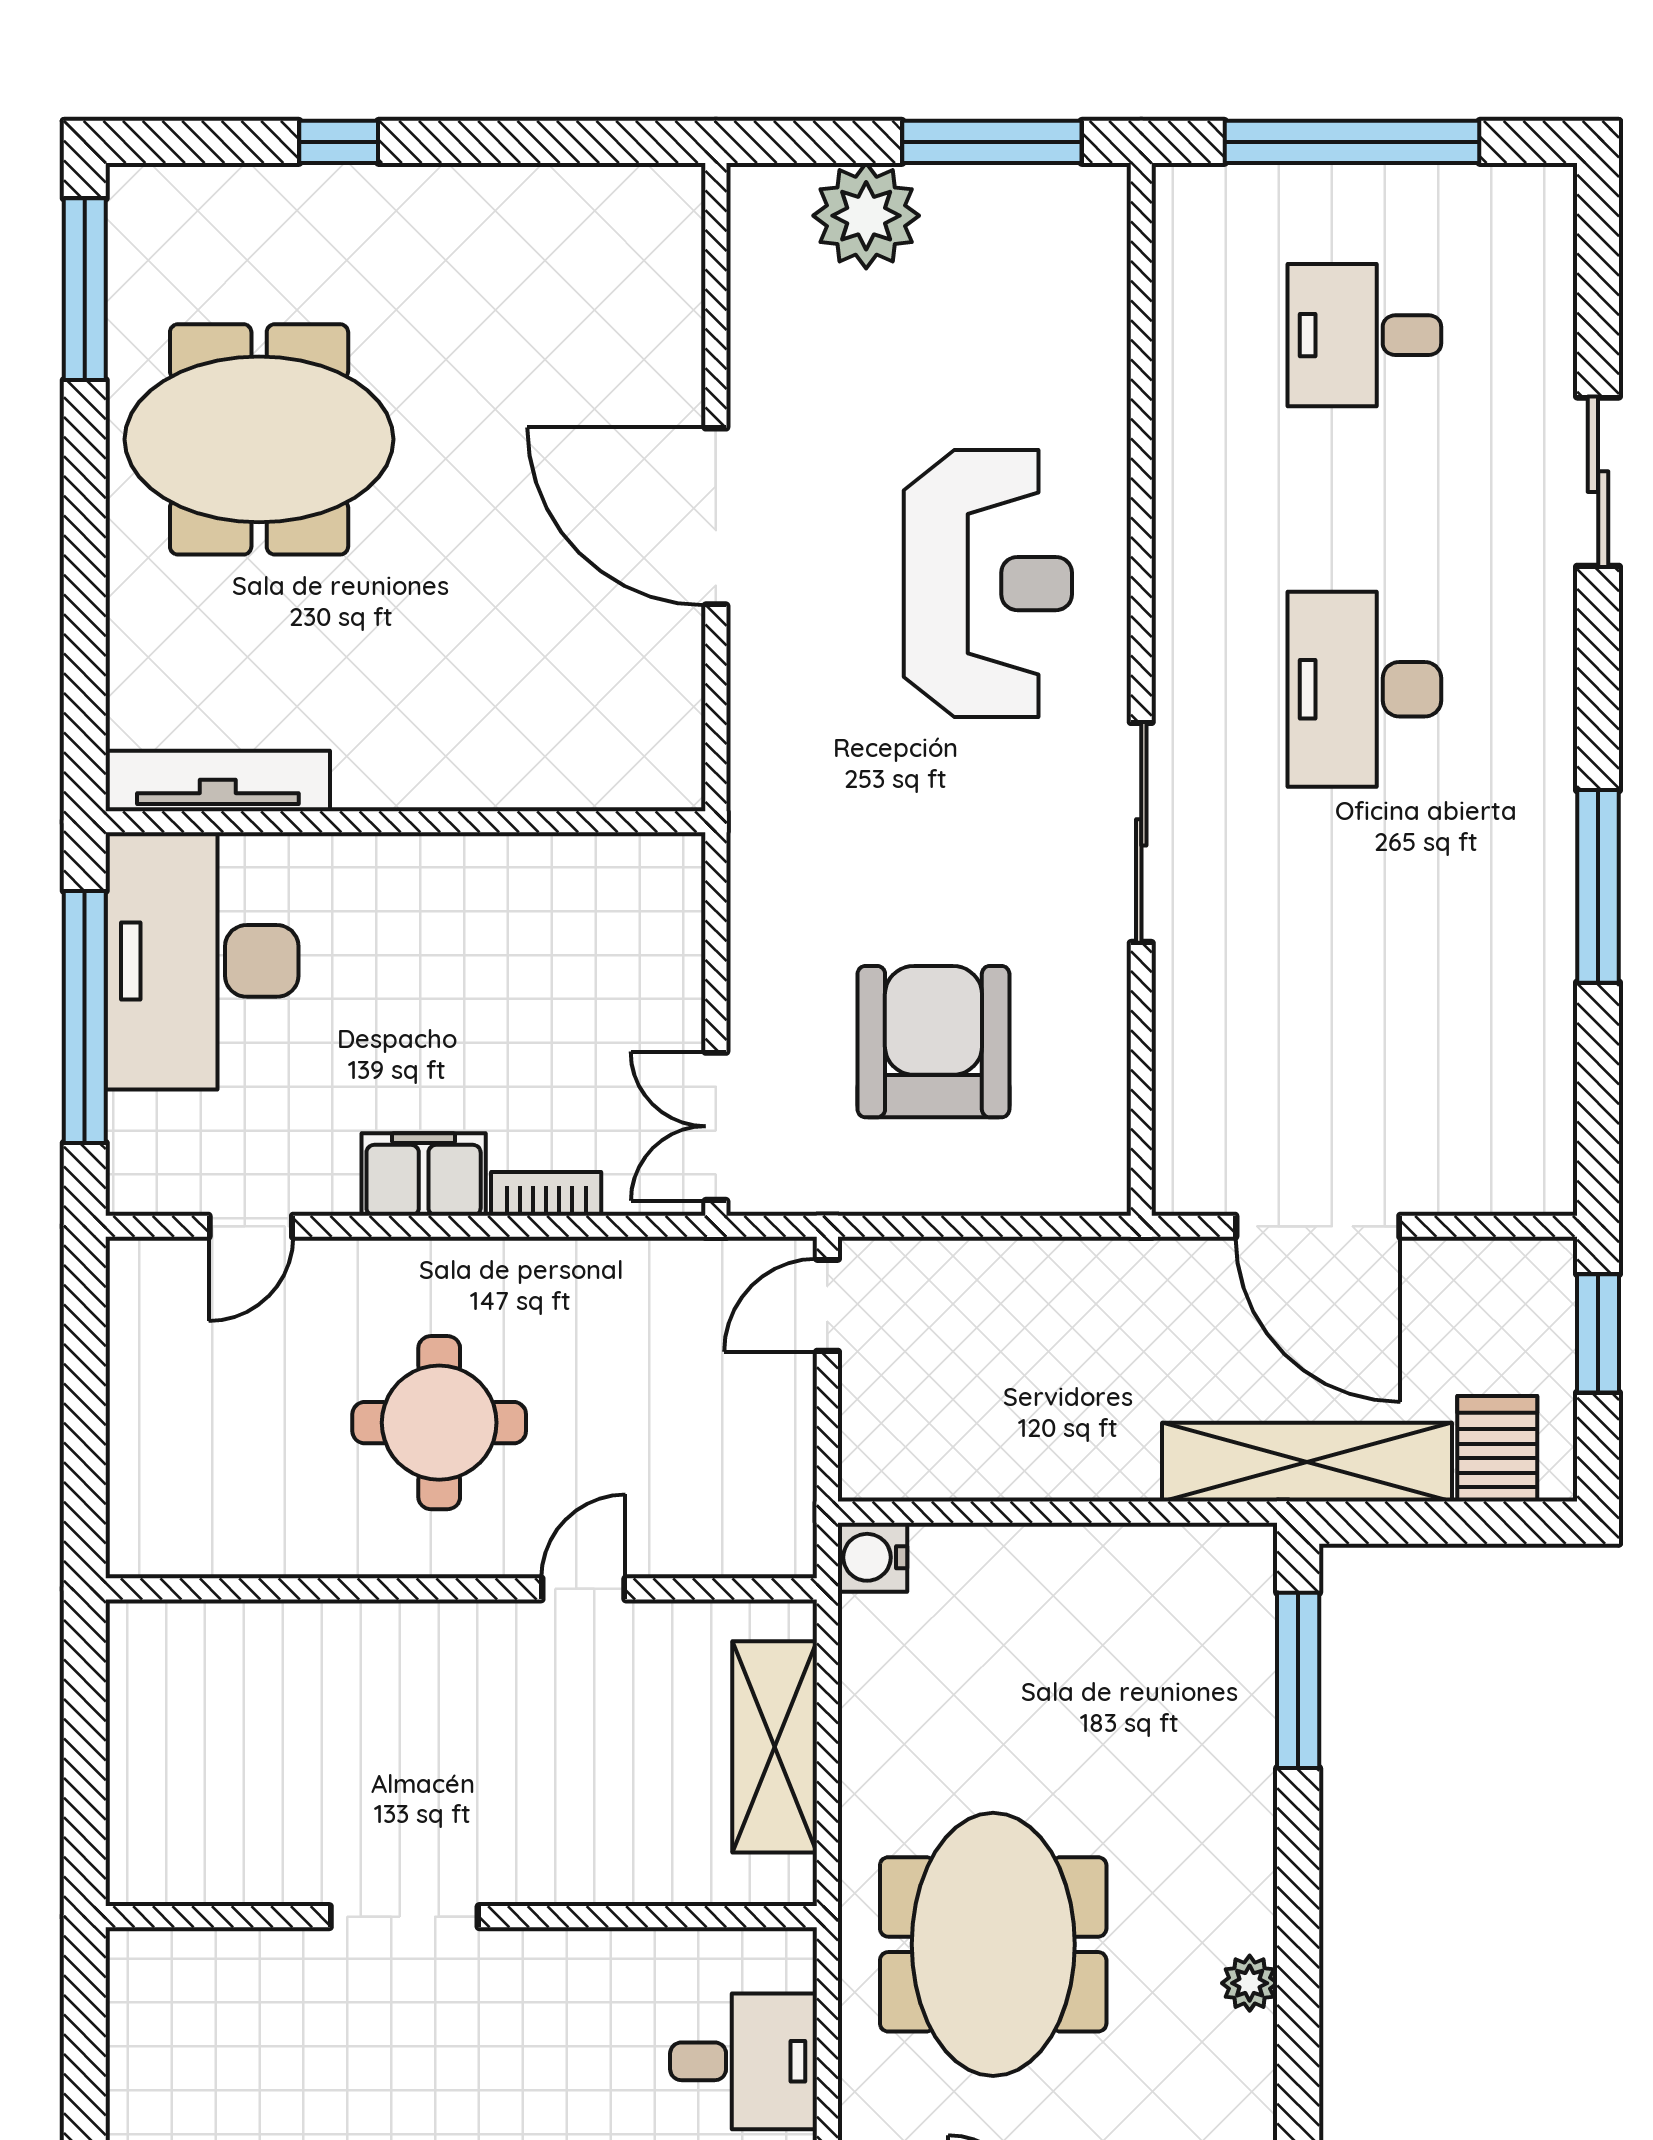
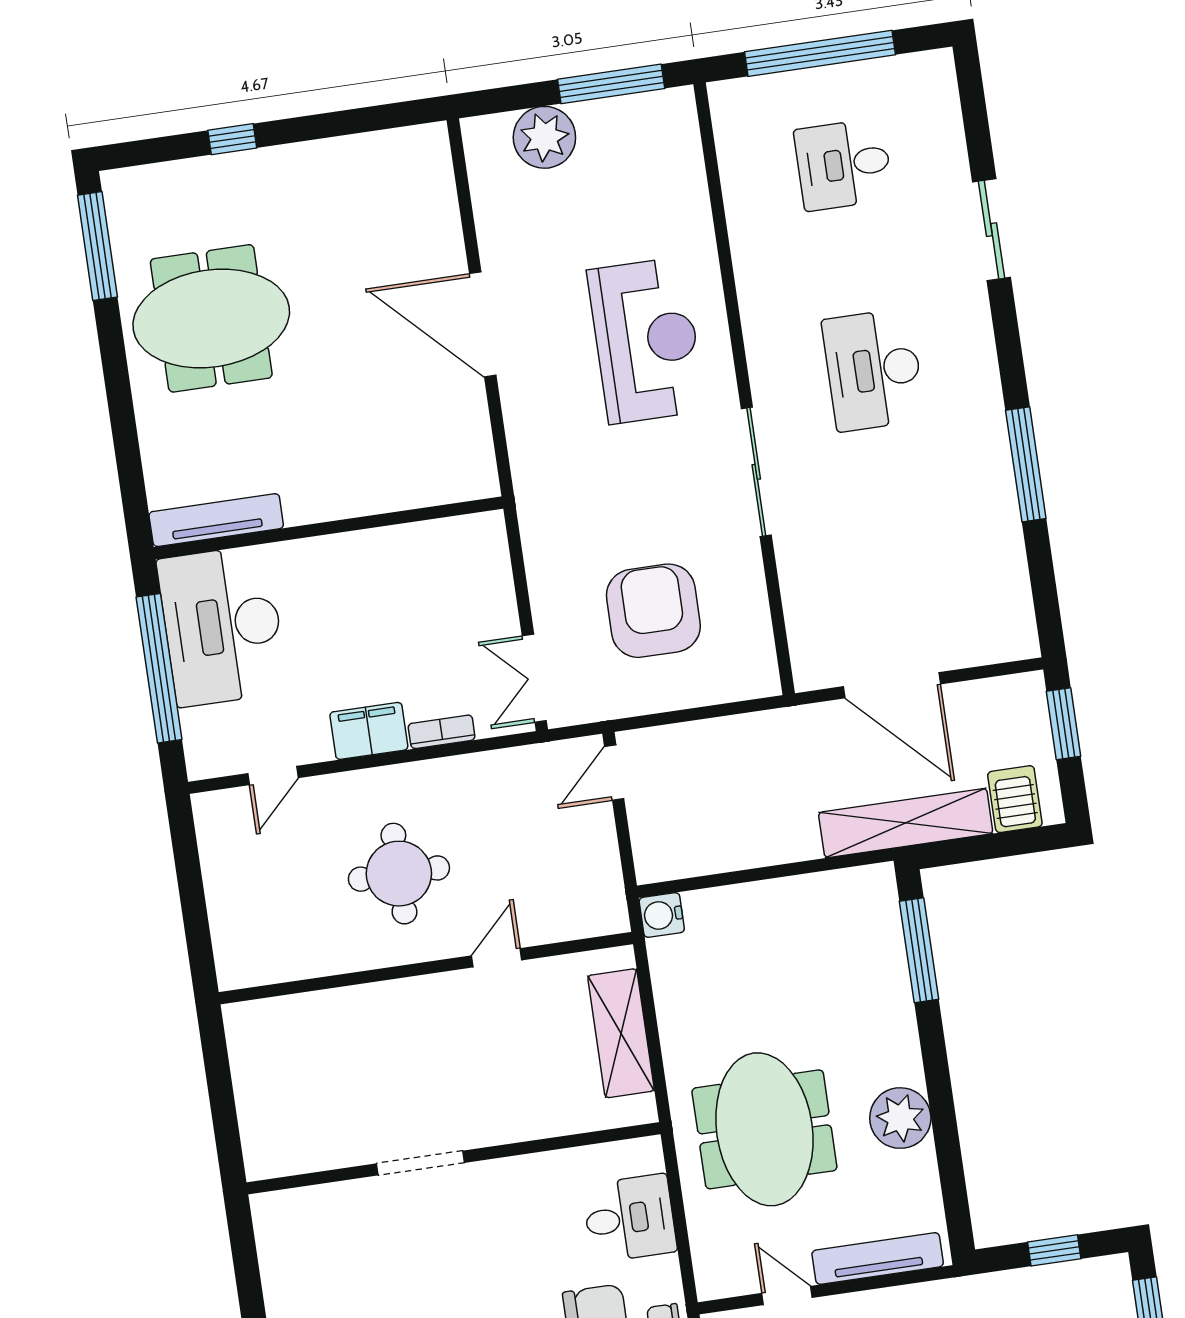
plant: (1250, 1983) -> (900, 1118), width x1.88, depth x1.88

